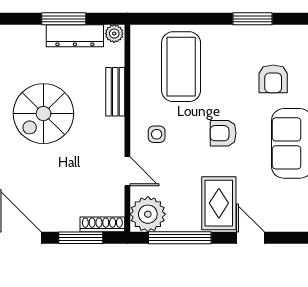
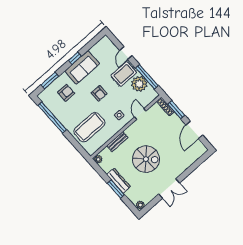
window: (64, 19) -> (116, 189), moved
window: (253, 19) -> (52, 118), width x2.11
dresser: (75, 36) -> (119, 181), moved
plant: (148, 214) -> (139, 84), moved

